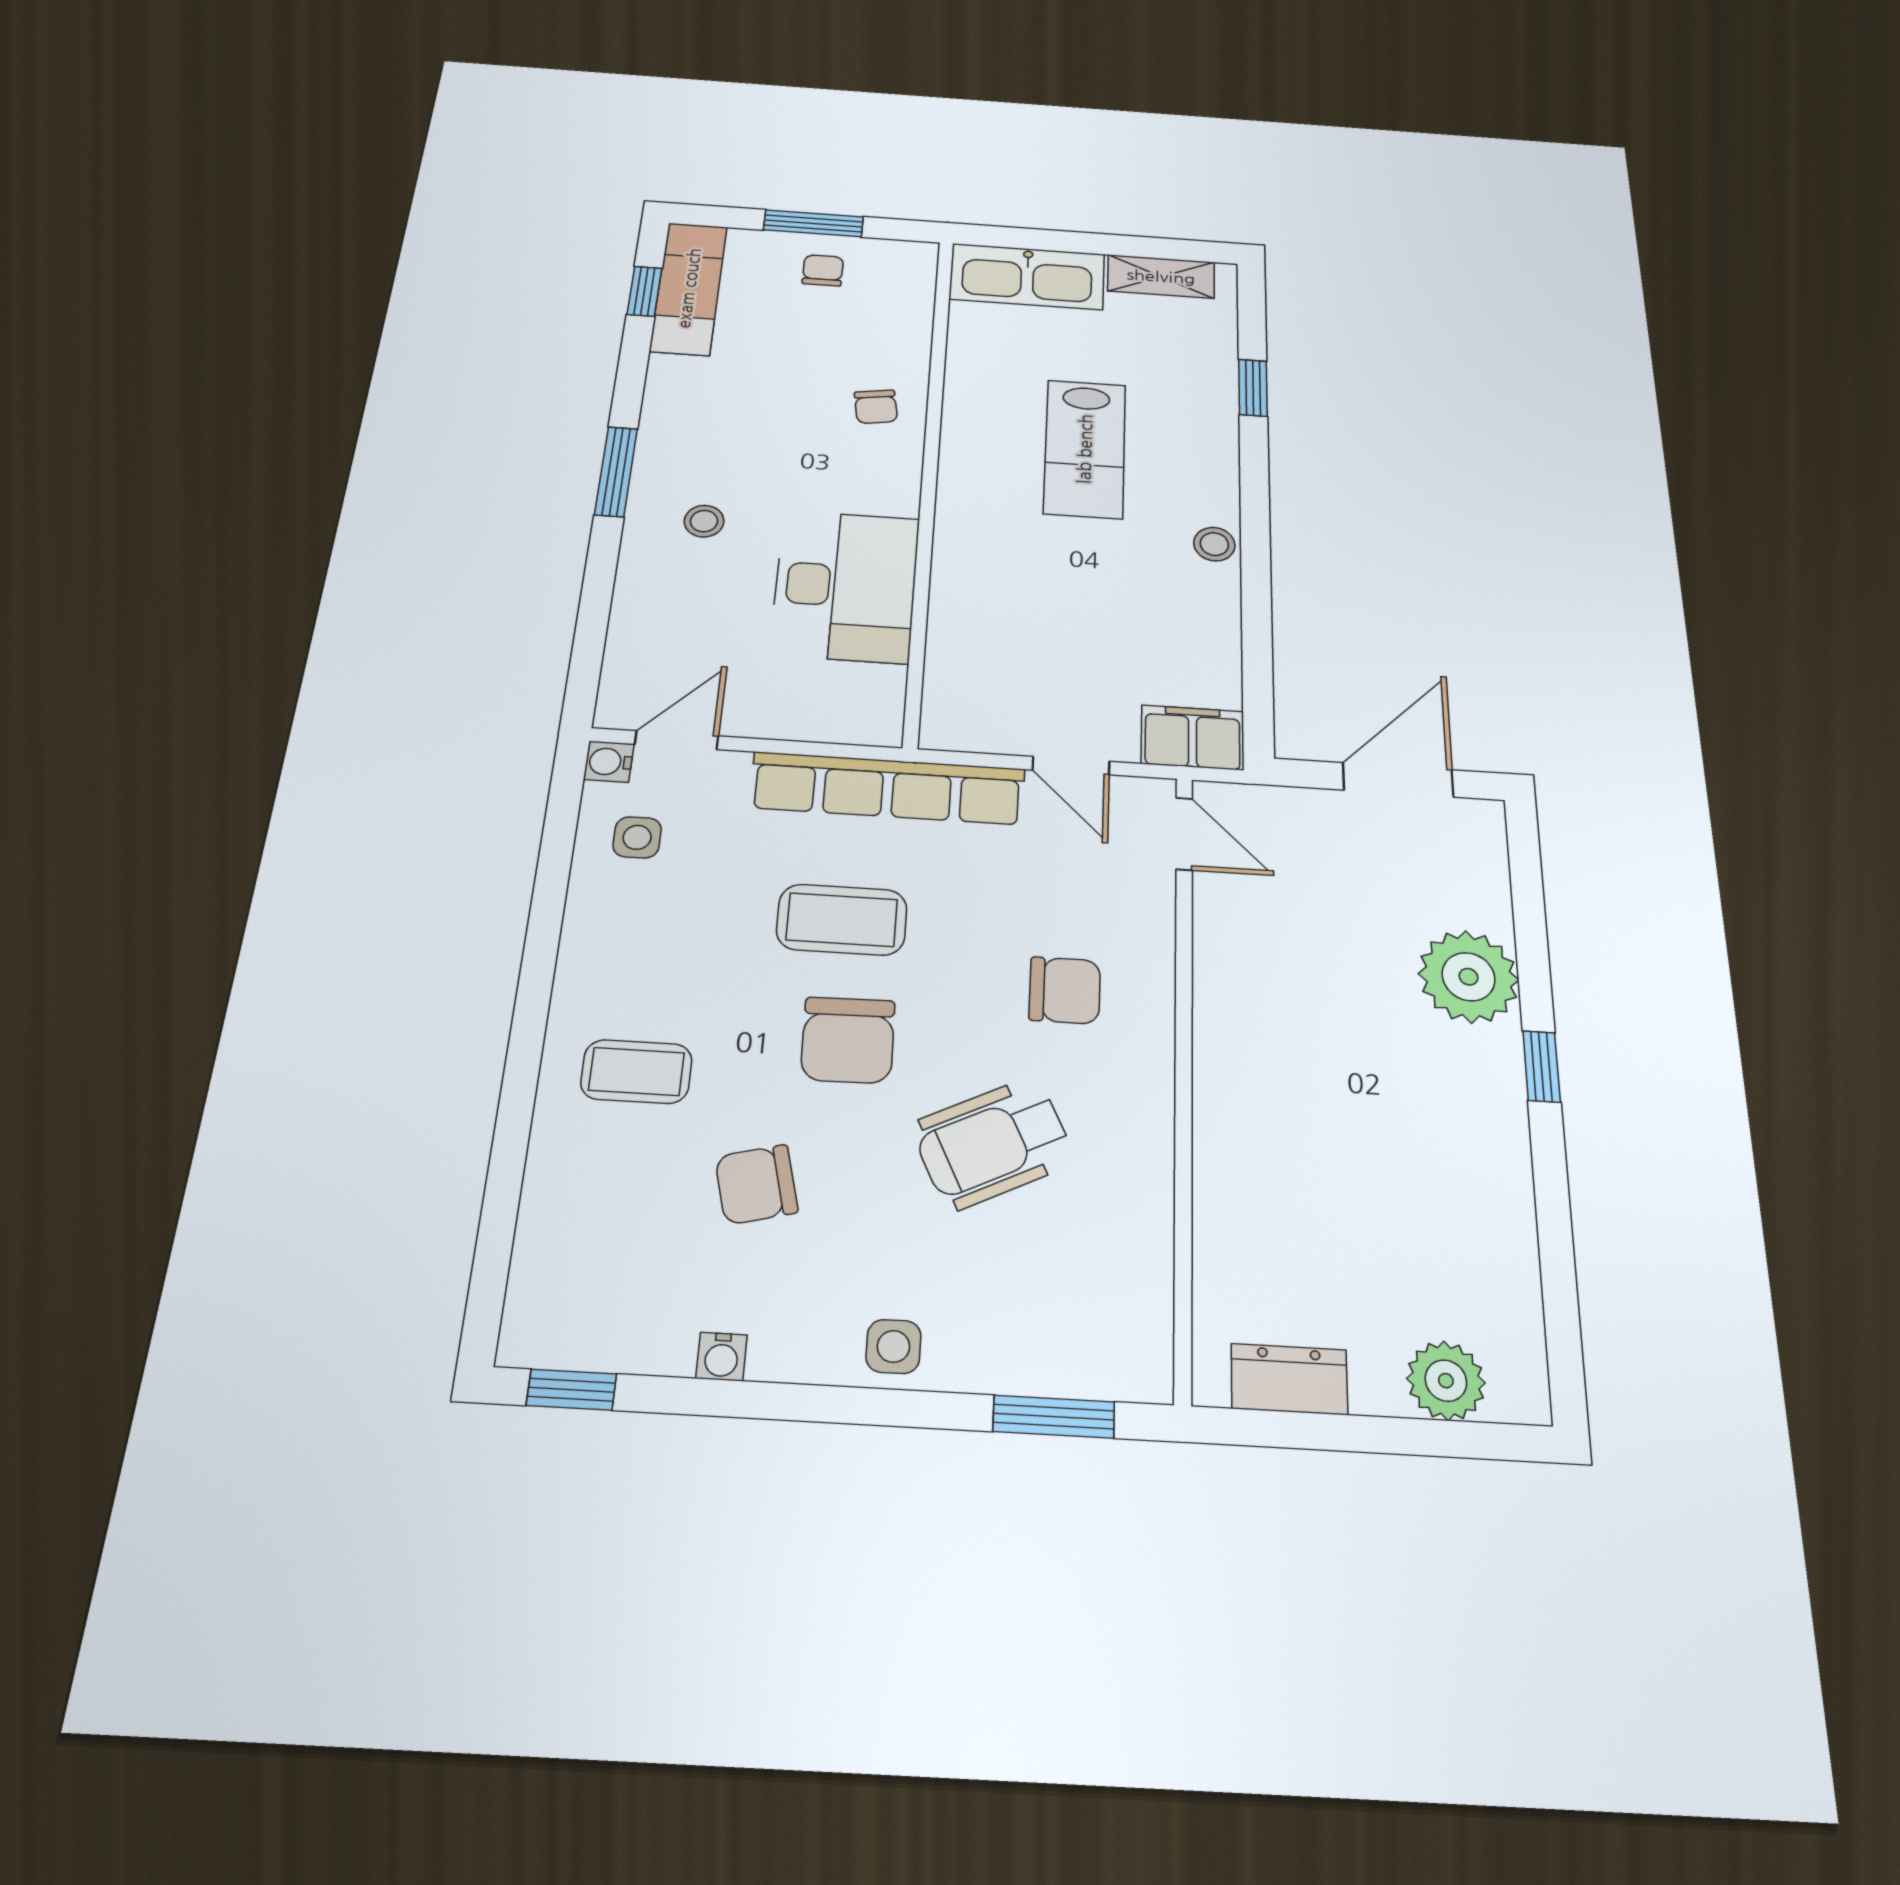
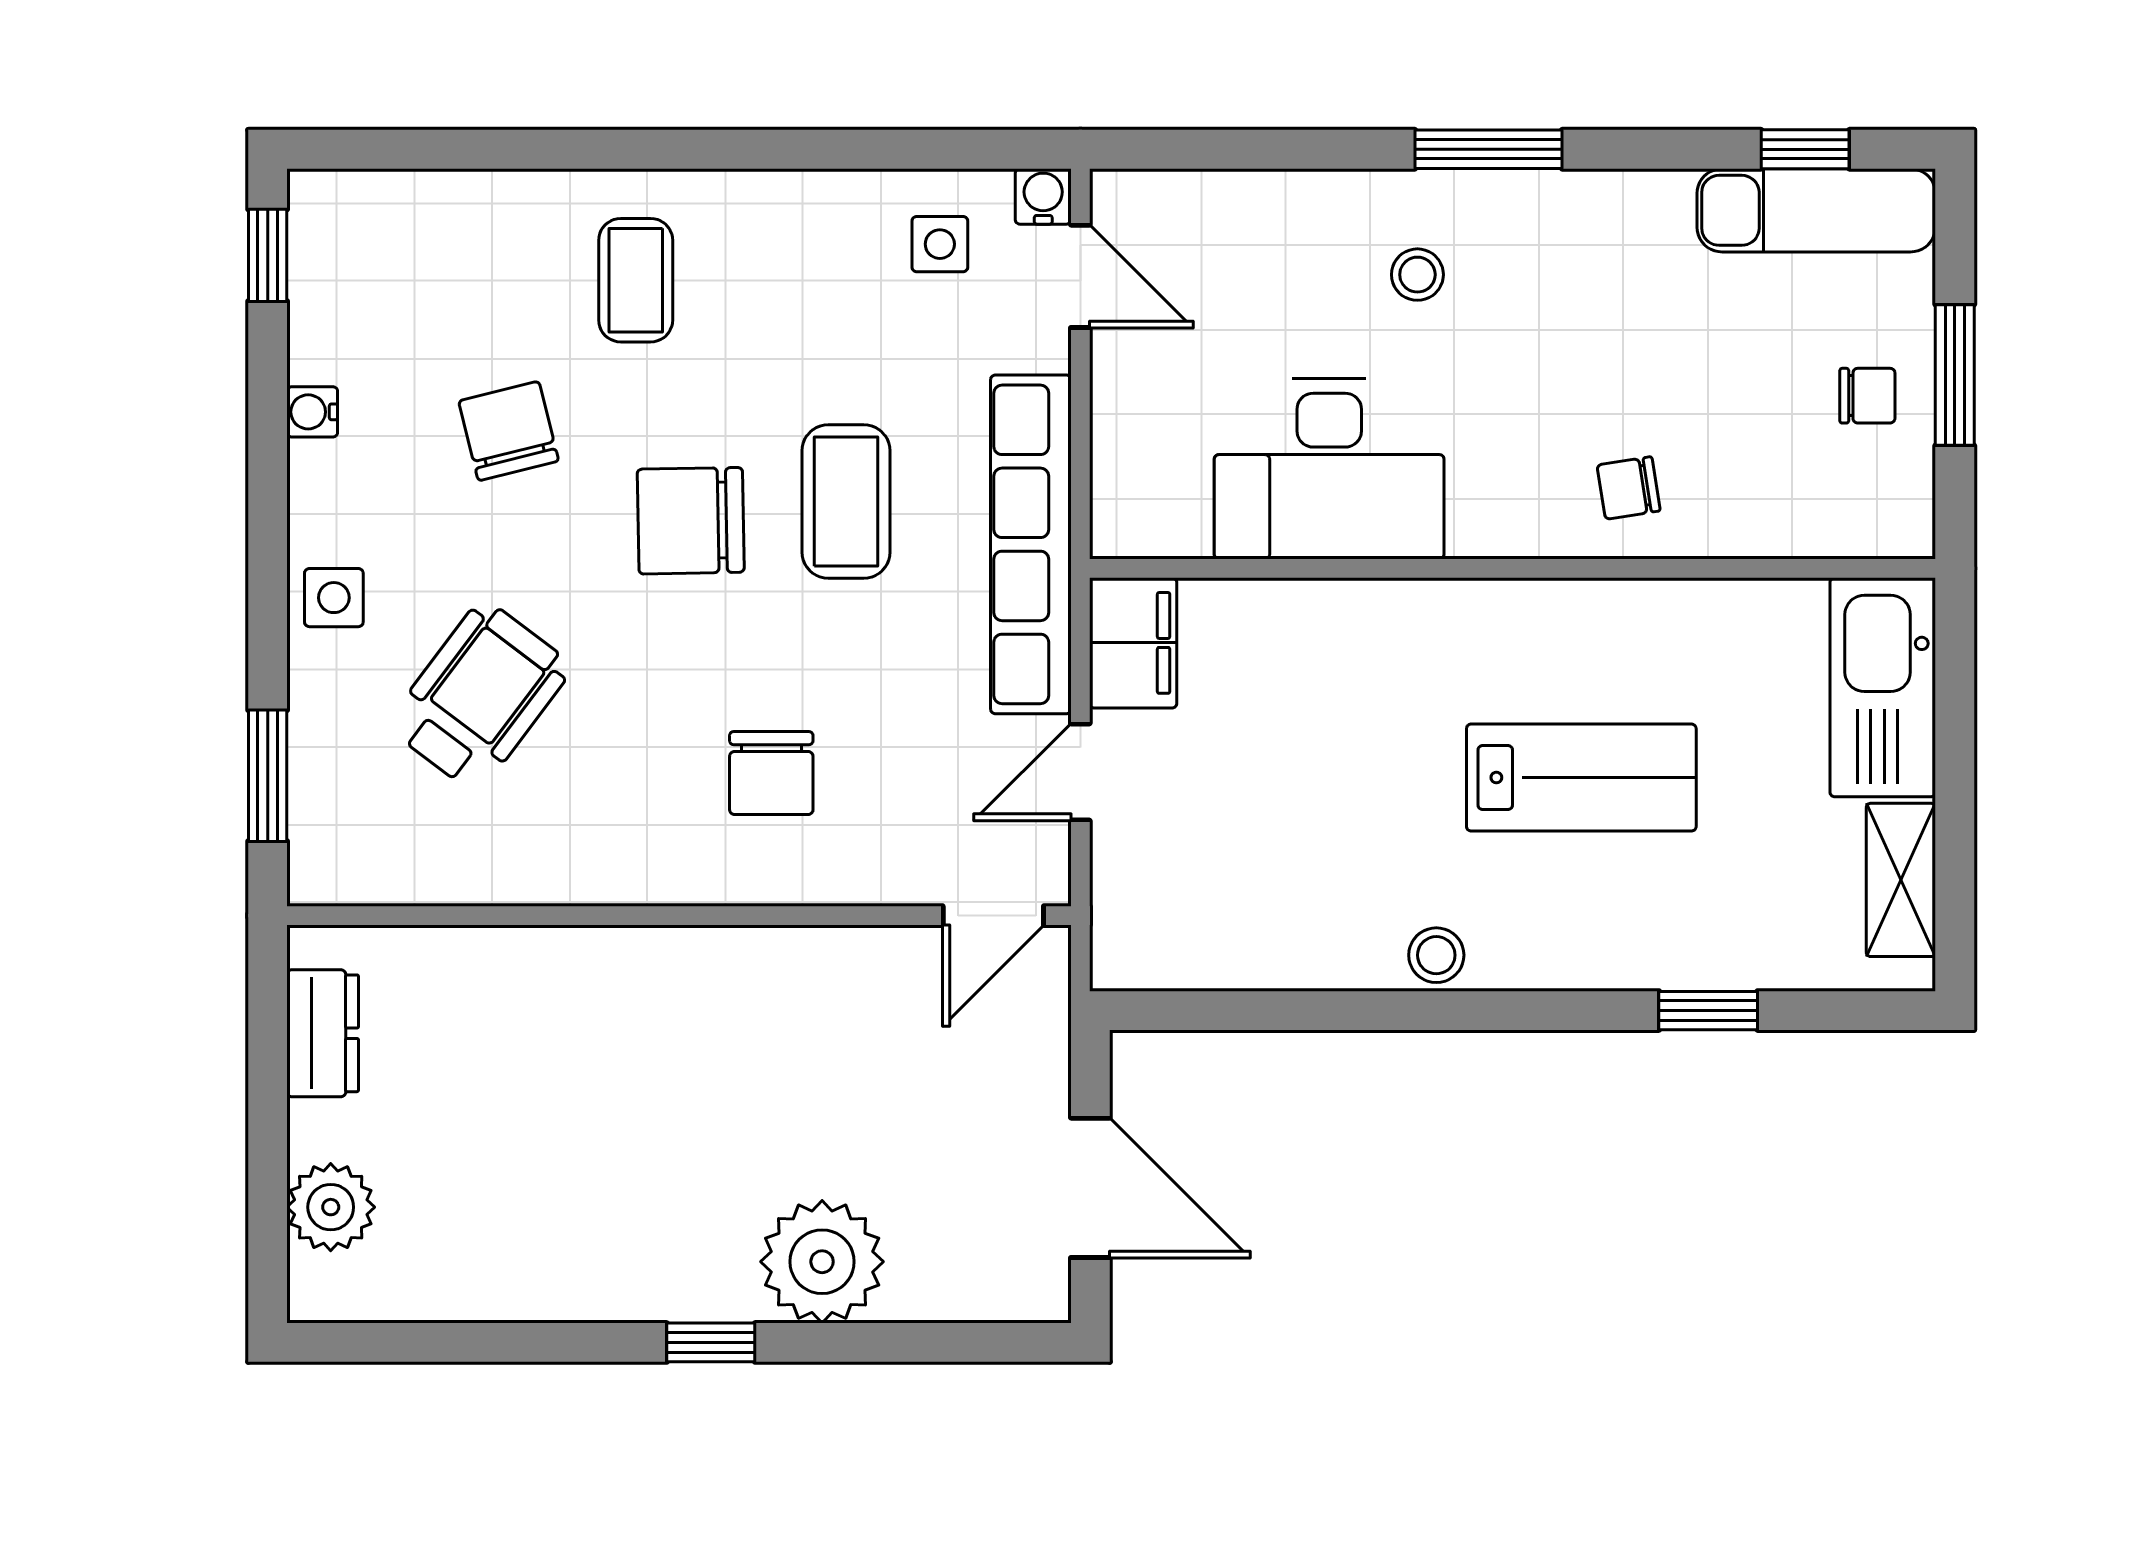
lab bench: (1085, 449) -> (1581, 778), turned 180
filing cabinet: (1193, 737) -> (1133, 643), moved
wheelchair: (993, 1143) -> (480, 696), moved, turned 63

